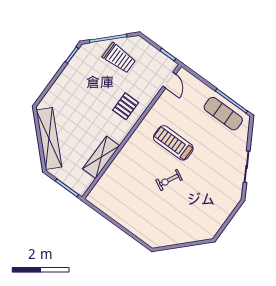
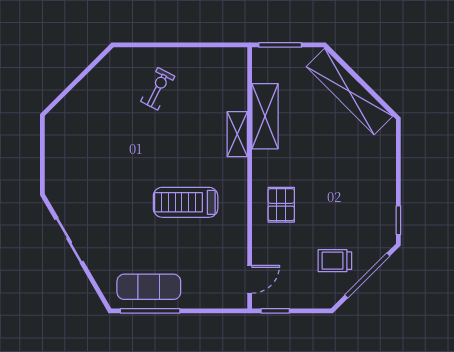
trolley: (119, 58) -> (335, 261), width x0.73, depth x0.72
door: (169, 80) -> (250, 279), swing flipped
treadmill: (173, 143) -> (186, 202), turned 180
shelving: (122, 158) -> (237, 134), added
exercise bike: (169, 180) -> (158, 89), moved

